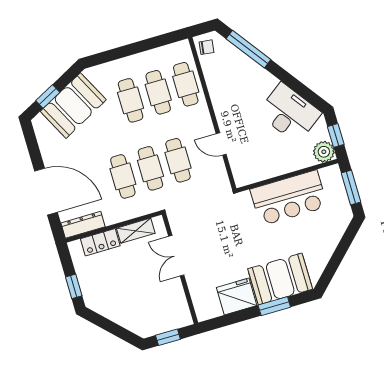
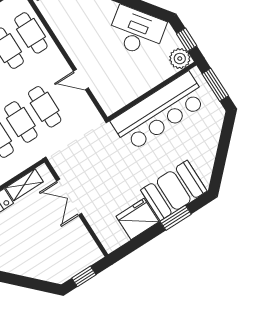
bar counter: (289, 198) -> (159, 112), width x1.36

